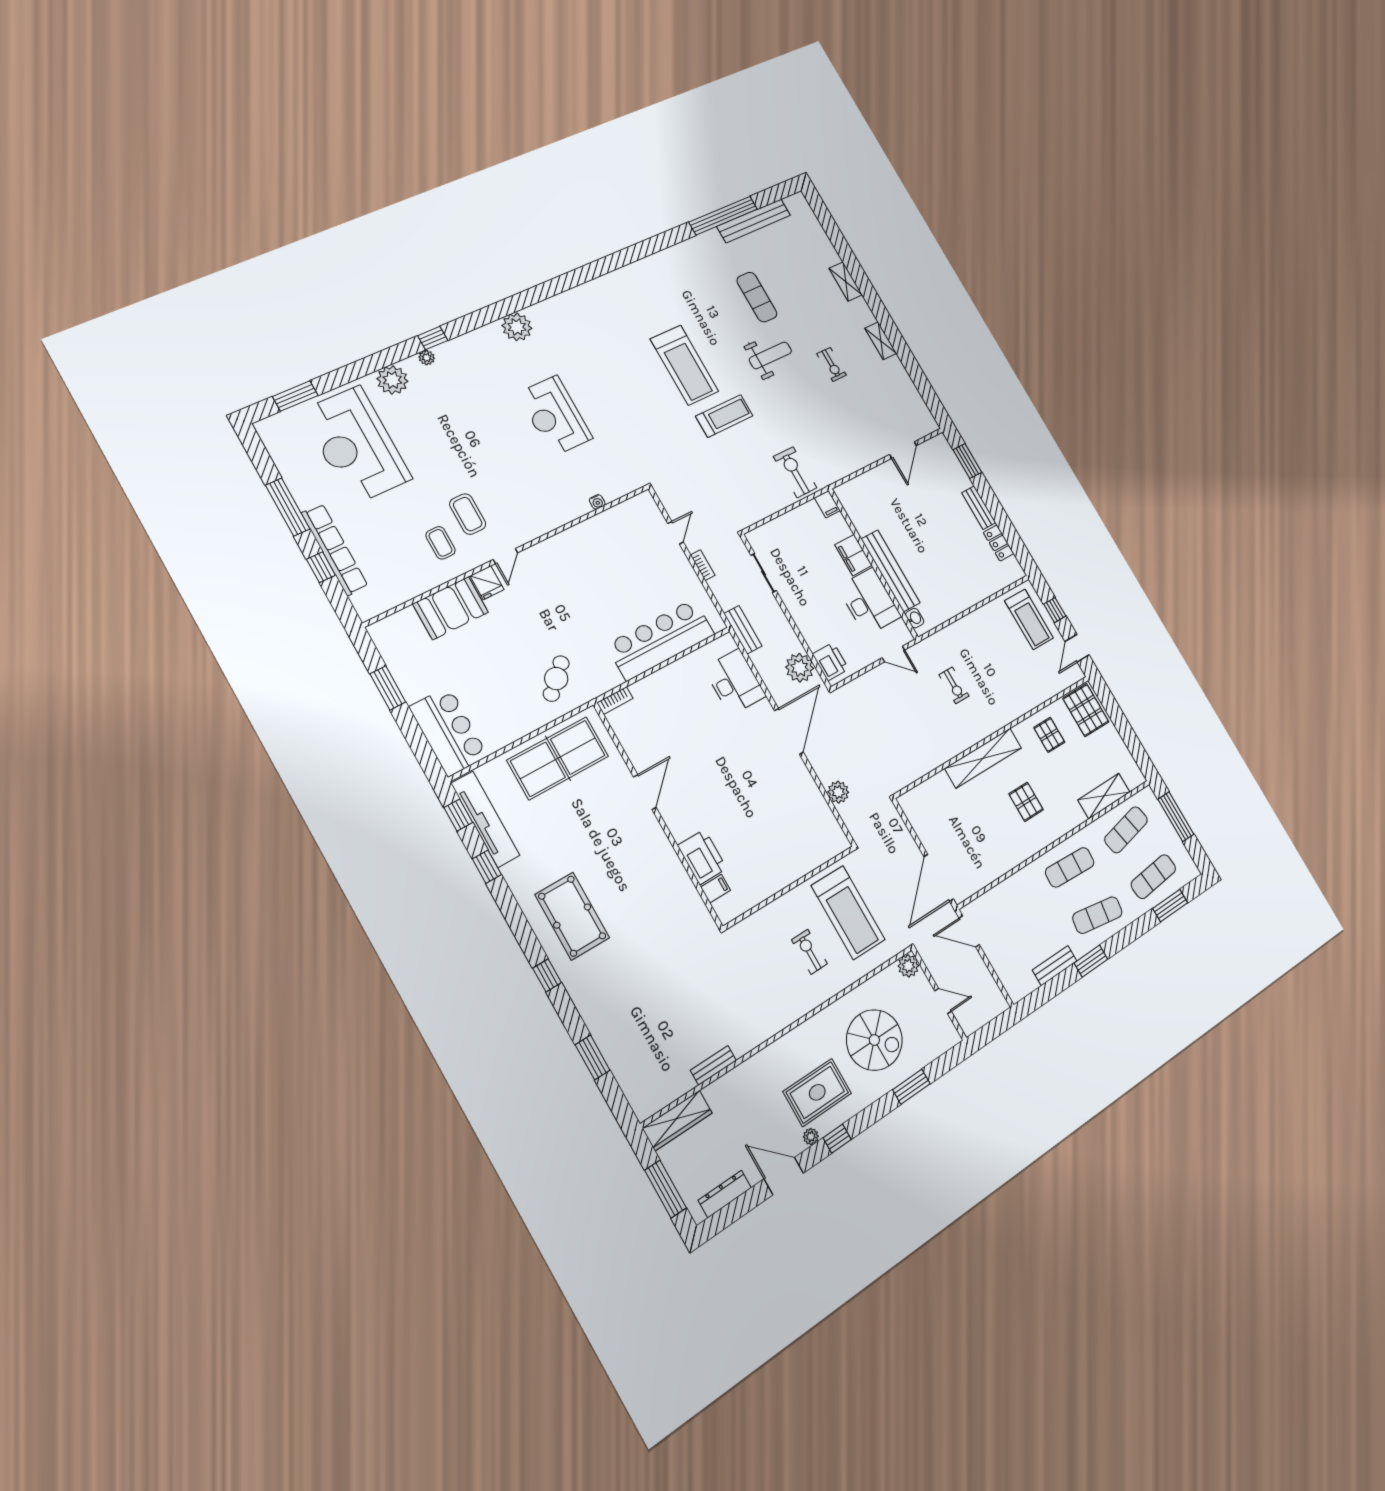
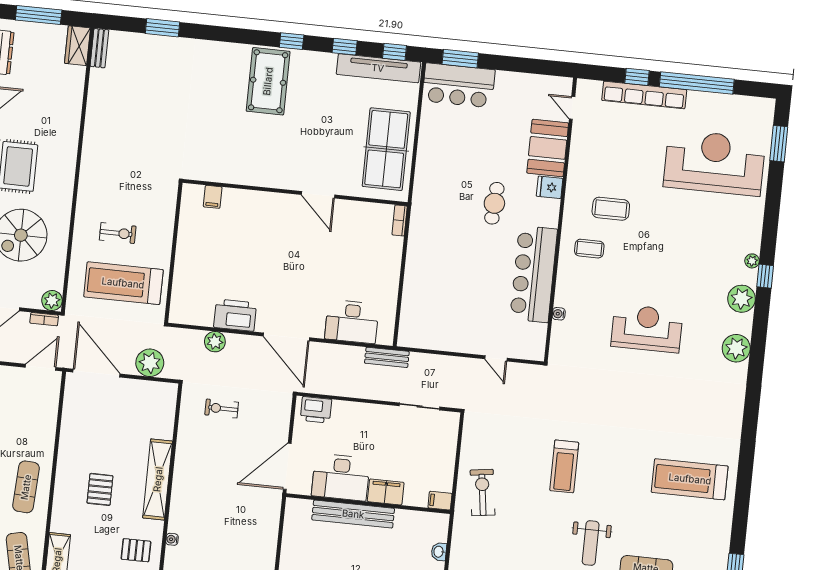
treadmill: (684, 365) -> (690, 479), moved
plant: (392, 380) -> (742, 299), moved
exercise bike: (795, 472) -> (482, 493), turned -98
window: (288, 507) -> (697, 83), width x1.46
coffee table: (441, 543) -> (589, 249), moved
door: (505, 556) -> (572, 108), moved
bookcase: (703, 565) -> (44, 319), moved
washbasin: (915, 618) -> (439, 552), moved, turned 90
bar counter: (661, 639) -> (534, 274), moved, turned 180
door: (893, 654) -> (287, 466), width x1.87
plant: (800, 668) -> (150, 363), moved
cafe table: (556, 679) -> (494, 203), moved, turned 48
exercise bike: (954, 685) -> (222, 409), moved
window: (388, 688) -> (460, 59), moved
water cooler: (1019, 711) -> (172, 539), added
pallet: (1026, 802) -> (100, 489), turned 90
printer: (702, 857) -> (235, 315), moved, turned 180
pool table: (572, 916) -> (268, 81), turned 90
window: (547, 975) -> (292, 41), moved
bench: (713, 1065) -> (99, 48), moved
wardrobe: (677, 1121) -> (77, 46), width x0.67

